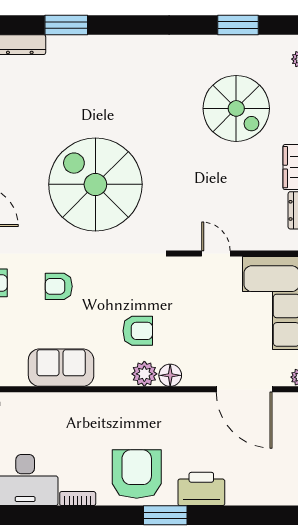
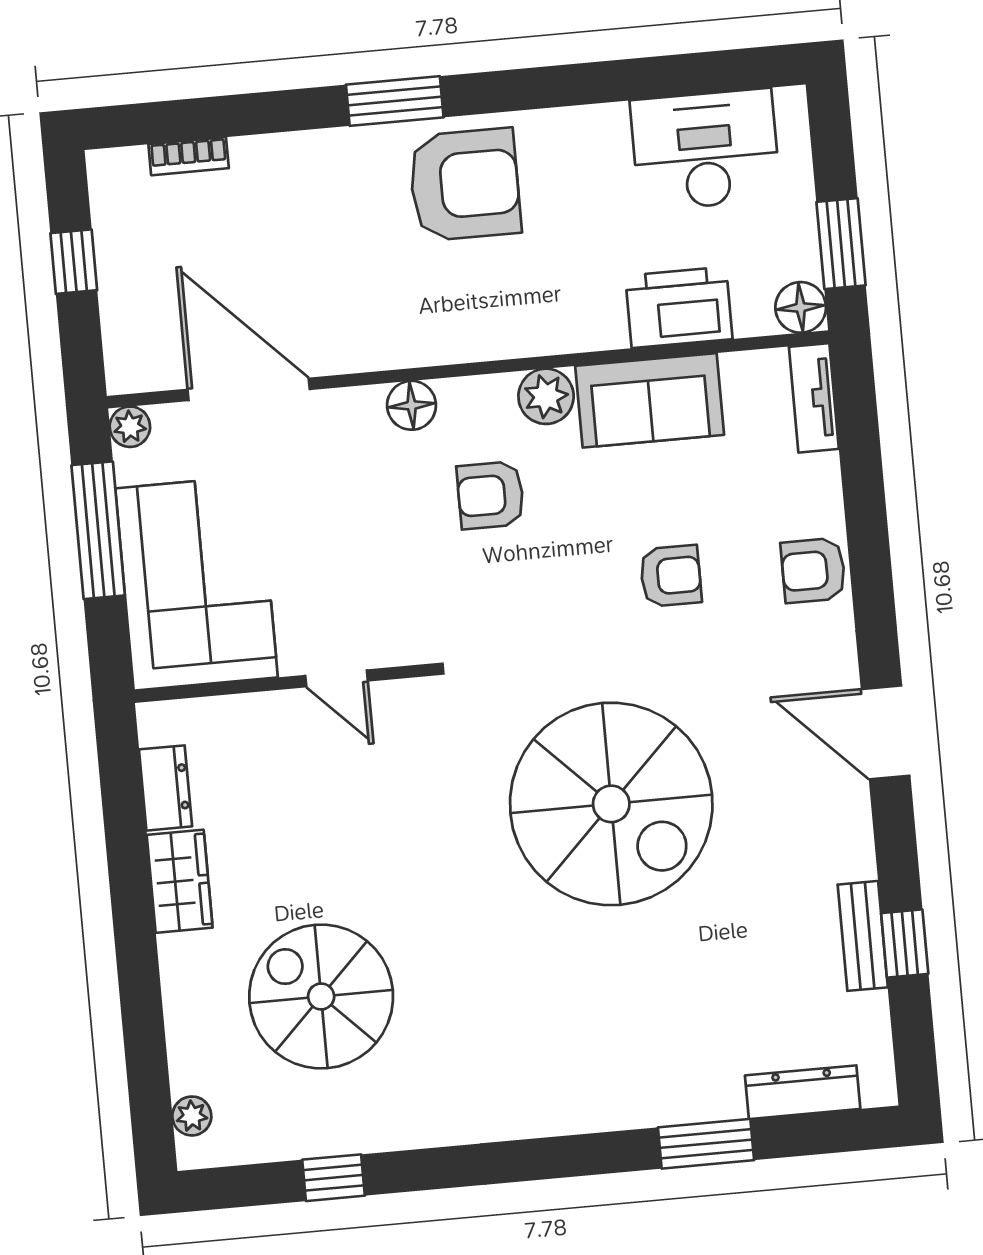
window: (238, 25) -> (333, 1178), width x0.67
plant: (144, 374) -> (546, 396), moved
armchair: (137, 474) -> (465, 185), turned -90
printer: (201, 489) -> (679, 307), moved, turned 180
bookcase: (78, 499) -> (189, 156), moved

